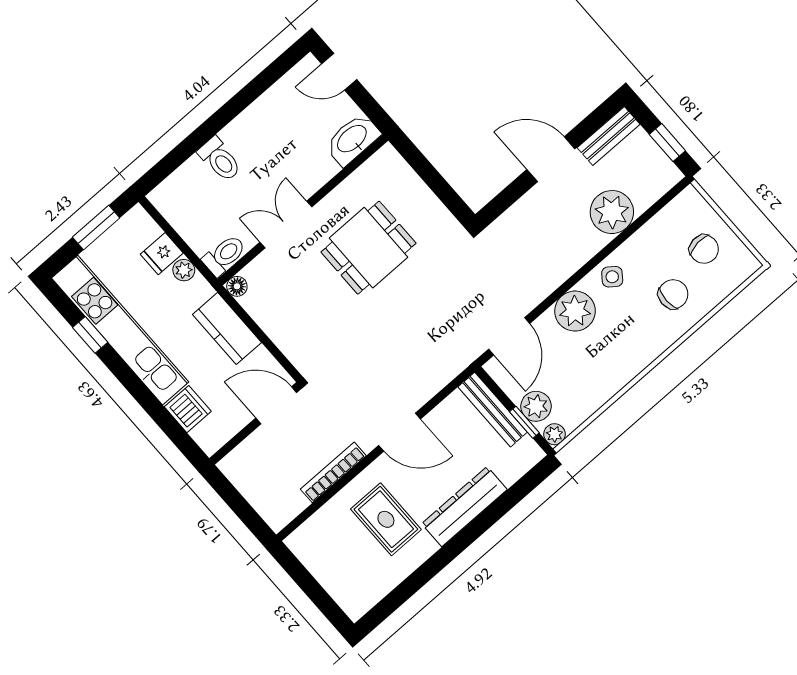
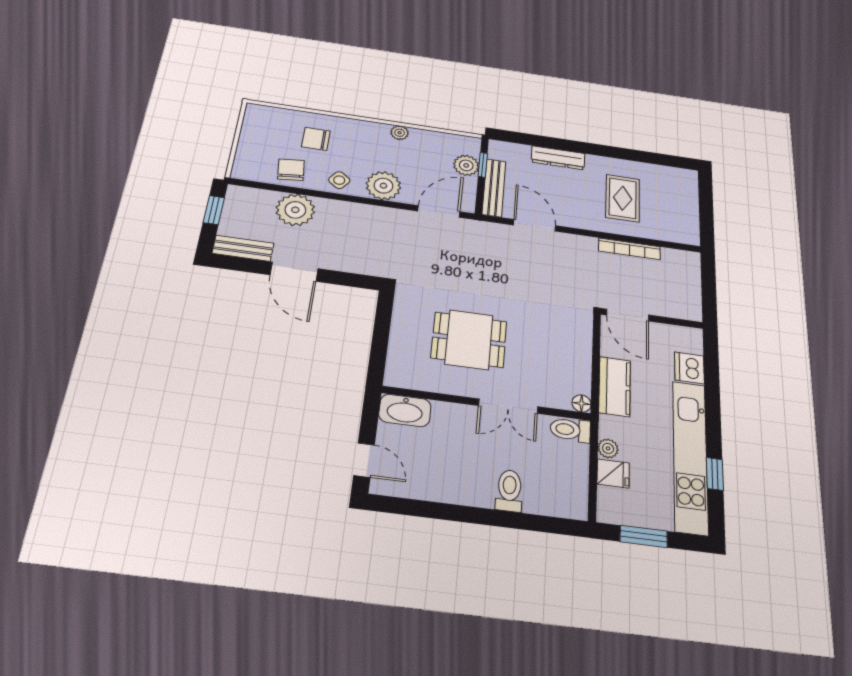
chair: (704, 249) -> (291, 170), moved
door: (400, 432) -> (535, 225), moved
plant: (555, 434) -> (400, 133), moved
dresser: (464, 507) -> (558, 158), width x0.73, depth x0.80

